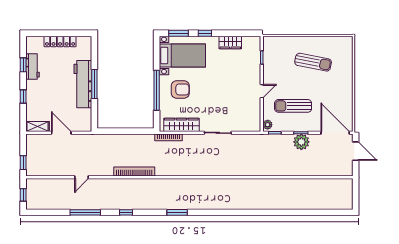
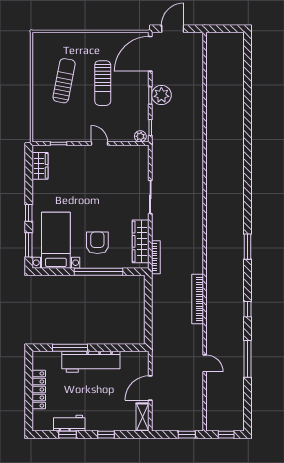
wardrobe: (230, 42) -> (40, 166), moved
window: (94, 84) -> (70, 348), moved
sun lounger: (293, 106) -> (103, 83), moved

